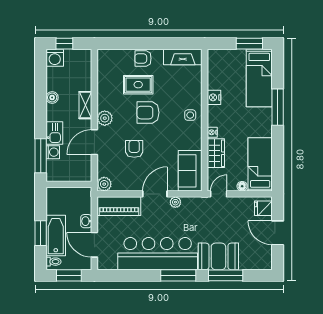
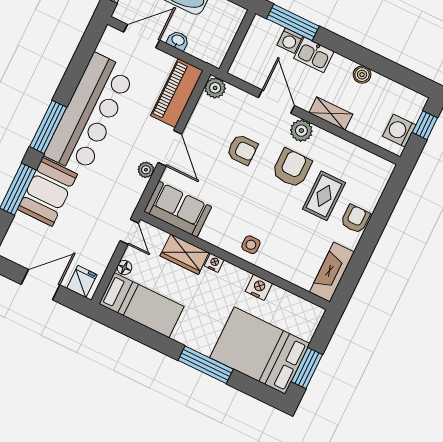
washing machine: (55, 58) -> (399, 131), moved
bed: (259, 78) -> (260, 351), width x1.50
armchair: (148, 113) -> (292, 168), moved

